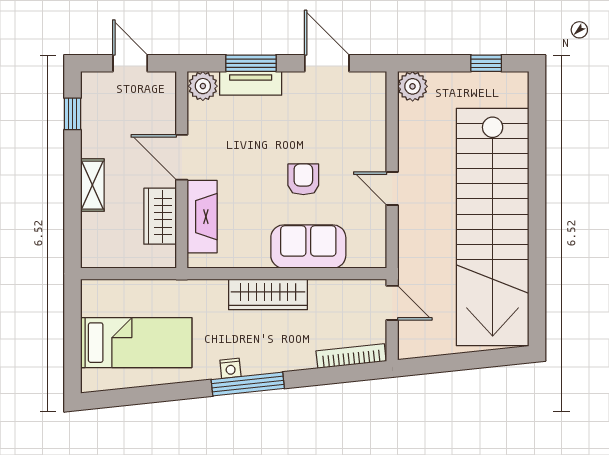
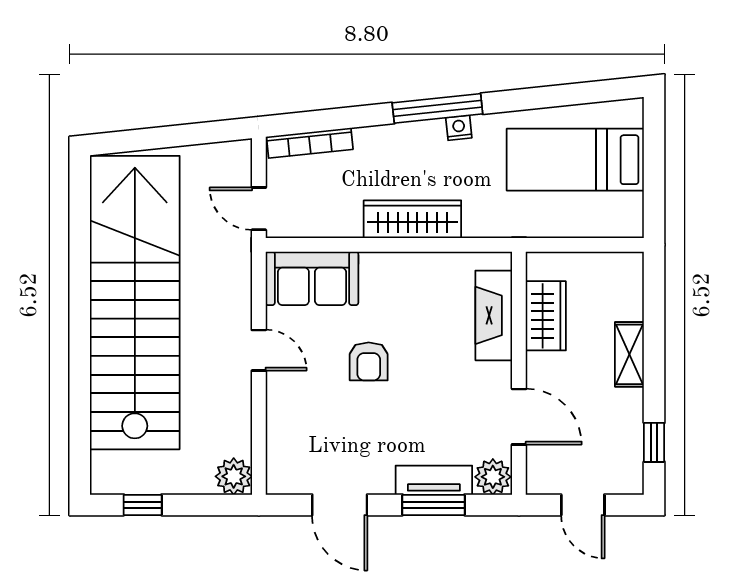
door: (182, 157) -> (519, 417), moved
sofa: (308, 247) -> (312, 278), moved

